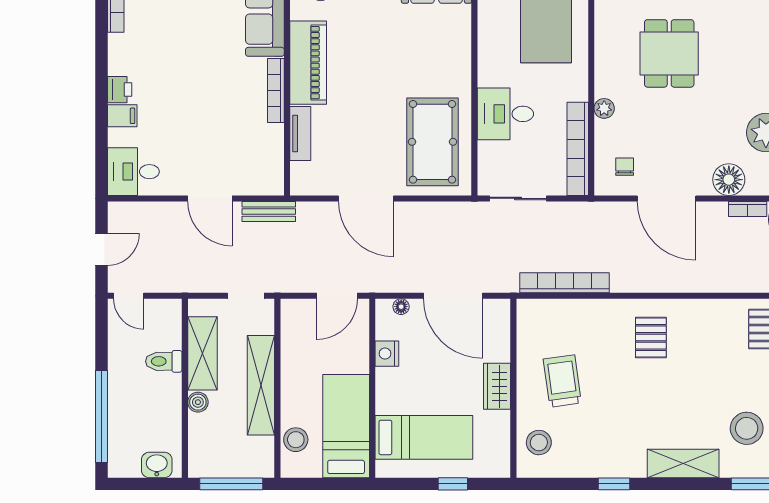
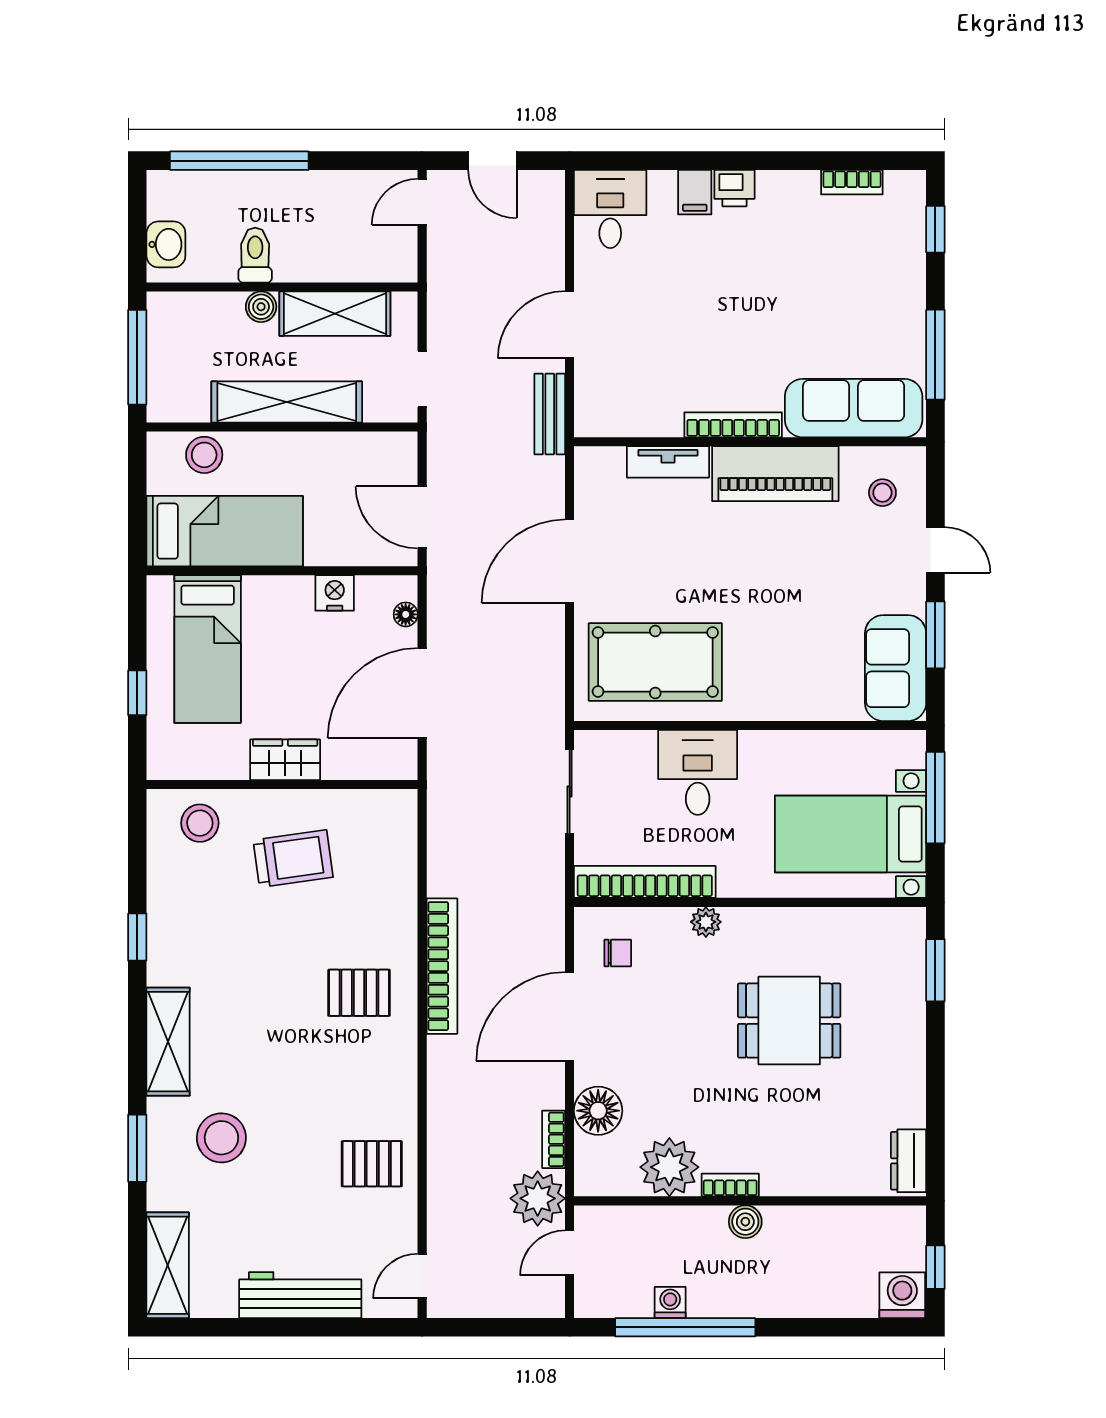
bookcase: (564, 283) -> (442, 966), moved
toilet: (164, 361) -> (255, 255), moved

